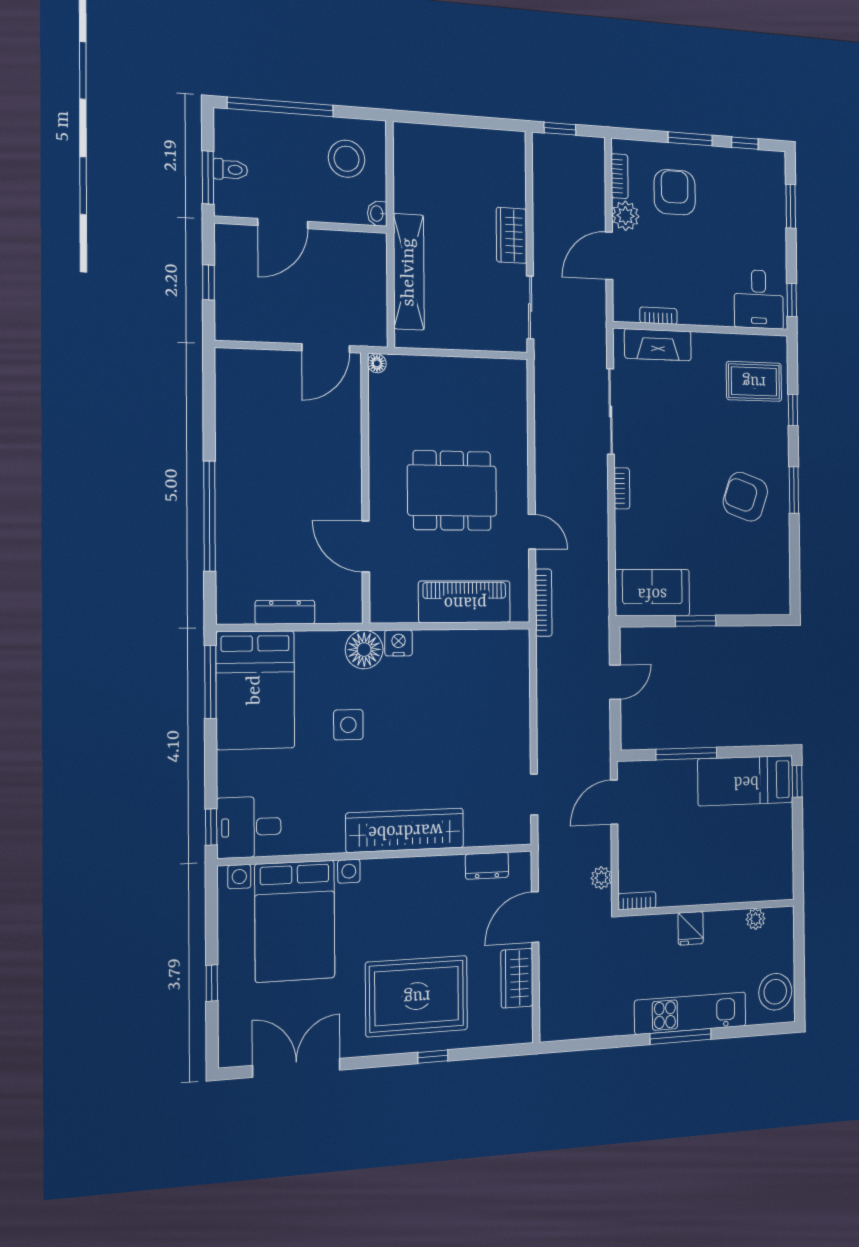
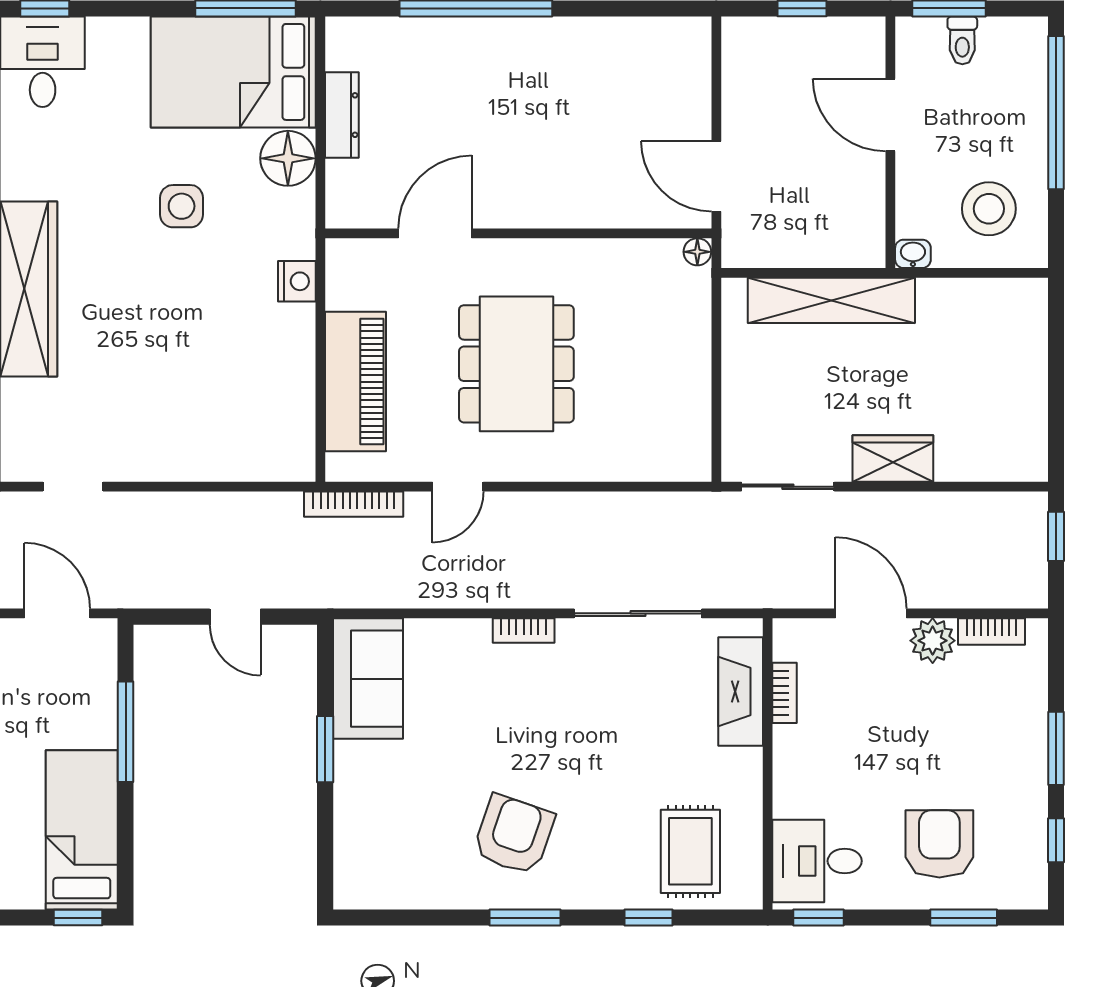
armchair: (675, 192) -> (939, 844), moved, turned -90
floor lamp: (364, 650) -> (288, 158), moved

